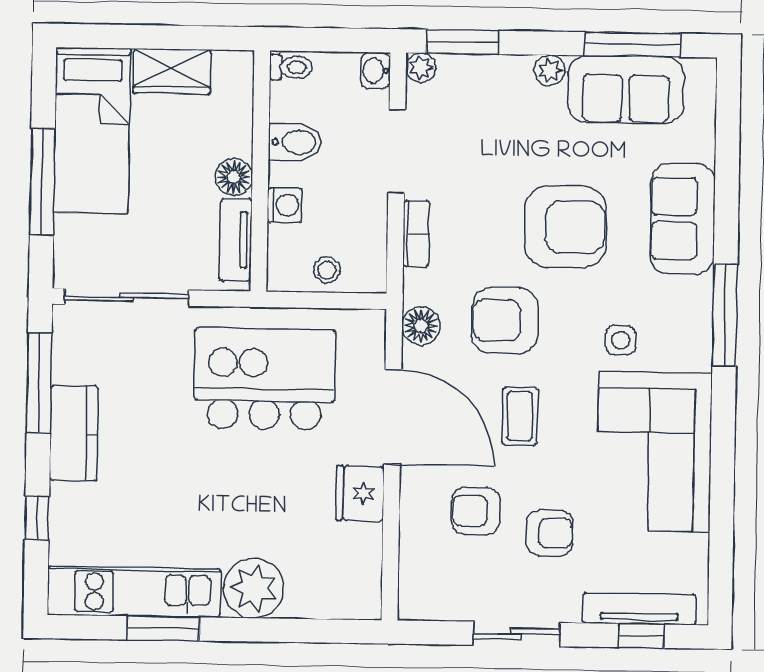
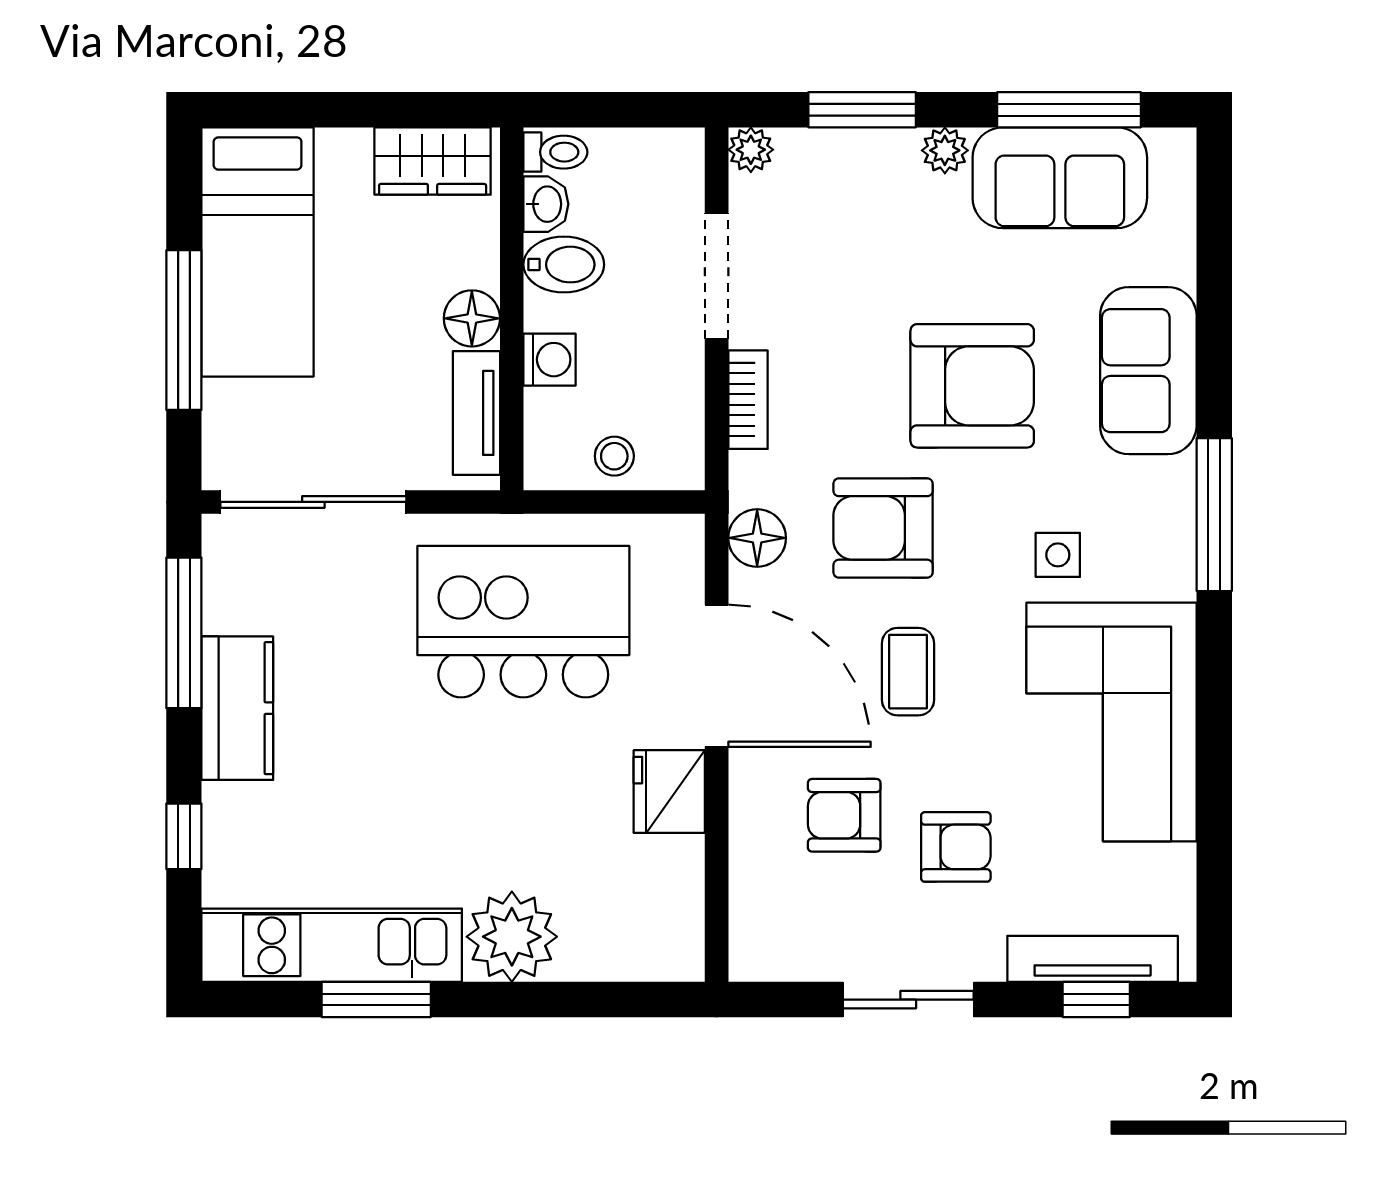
window: (463, 42) -> (862, 110), moved
wardrobe: (172, 71) -> (433, 161), moved
washbasin: (375, 71) -> (546, 204), moved, turned 180

